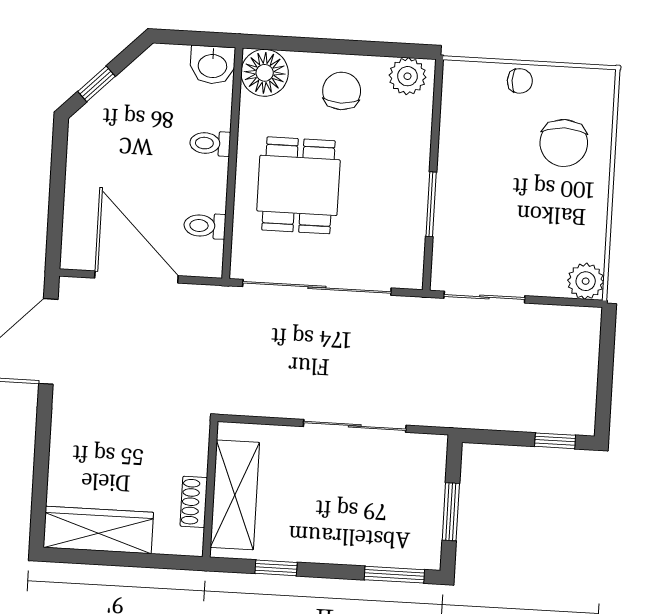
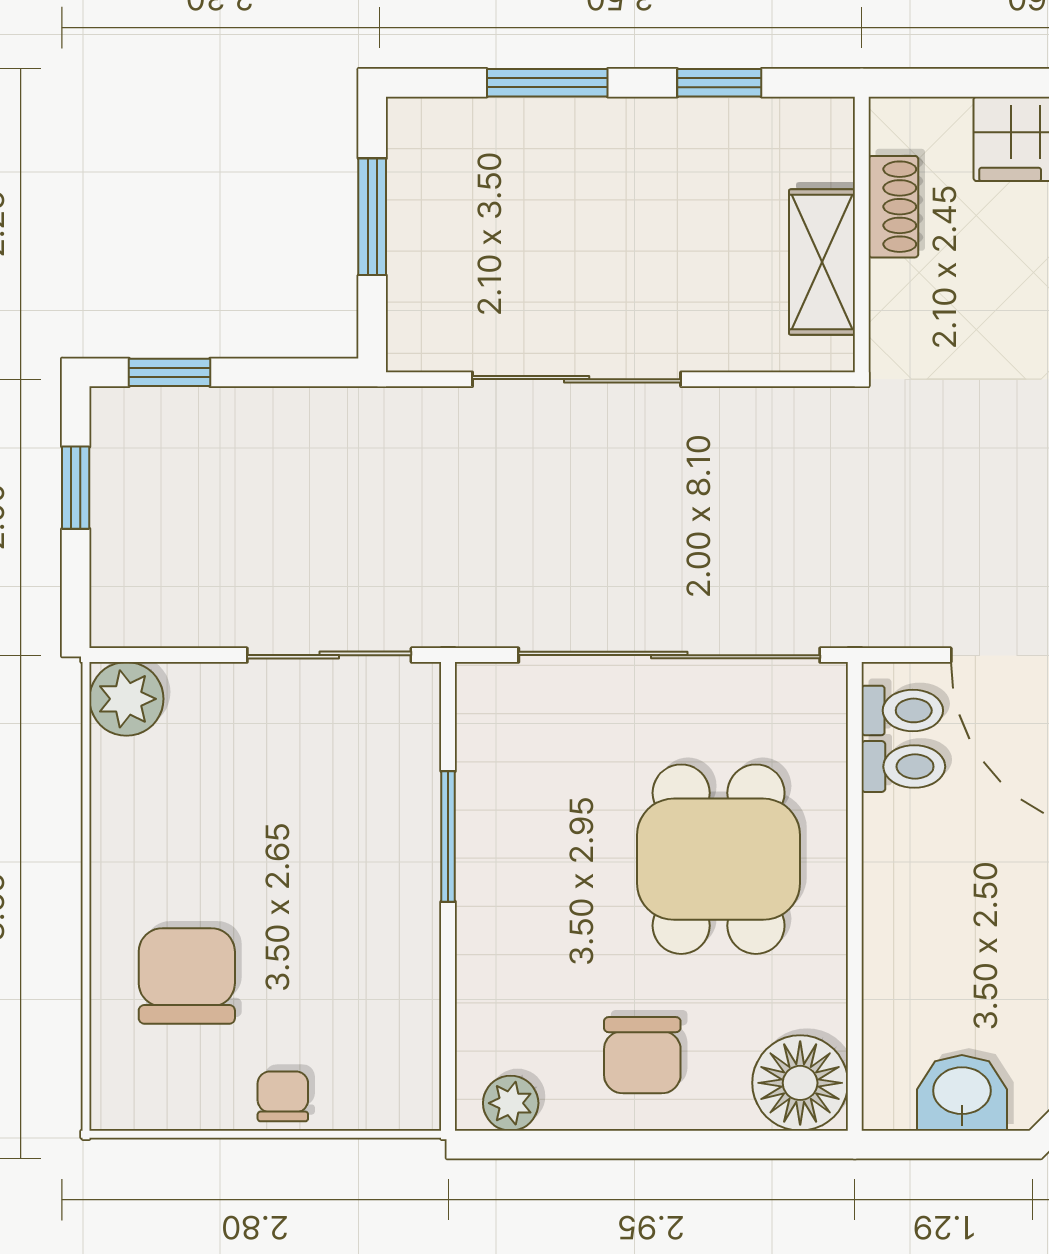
washbasin: (212, 65) -> (962, 1093), moved
plant: (408, 76) -> (511, 1103), width x0.73, depth x0.73
chair: (520, 81) -> (283, 1096), turned 90
toilet: (210, 143) -> (902, 710), moved
window: (605, 387) -> (76, 488), added
shelving: (235, 495) -> (822, 262), width x0.67, depth x0.75
window: (394, 575) -> (547, 83), moved

